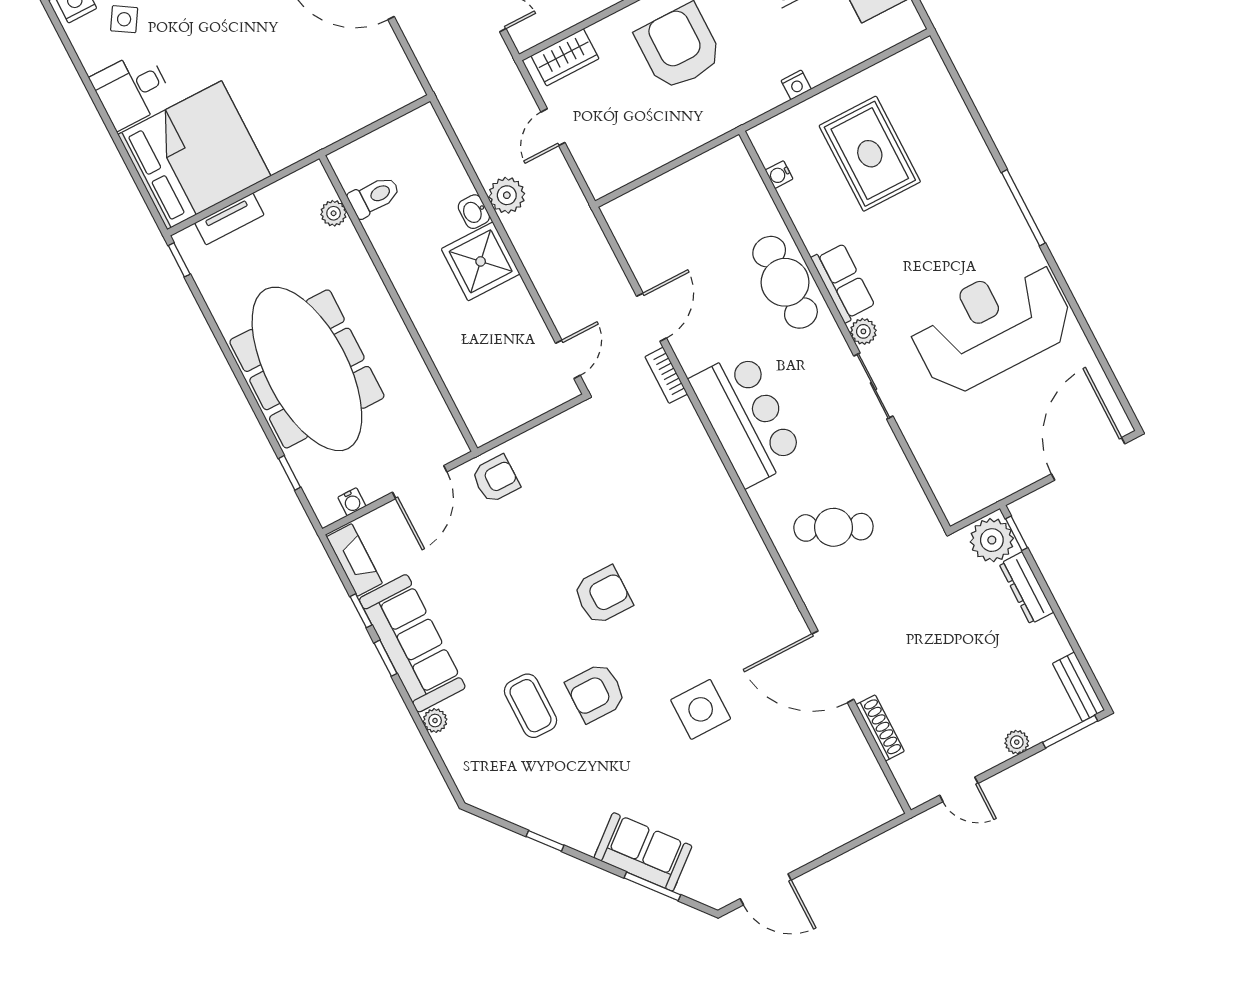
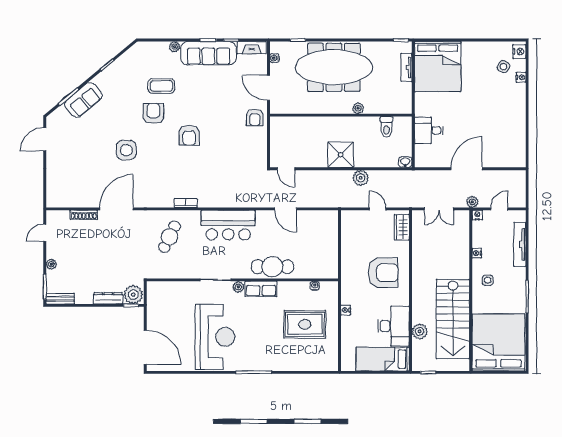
desk: (132, 90) -> (429, 130), moved, turned -90
washbasin: (474, 212) -> (405, 162), moved
plant: (334, 213) -> (358, 108), moved
bookcase: (666, 375) -> (186, 203), moved

